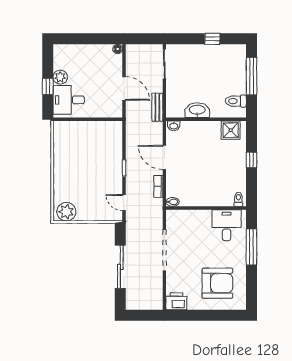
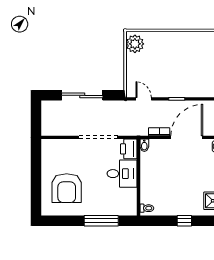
door: (164, 157) -> (187, 137), width x1.36
door: (124, 203) -> (144, 99), hinge flipped
desk: (227, 225) -> (122, 174), moved
printer: (176, 301) -> (129, 149), moved, turned 180

